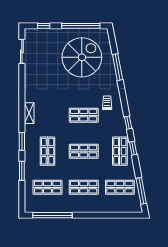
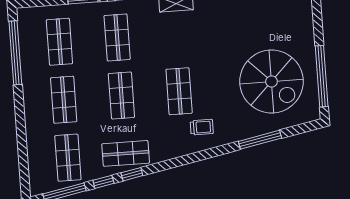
window: (44, 26) -> (317, 16), removed
window: (128, 123) -> (103, 182), moved
shop shelf: (48, 151) -> (117, 37), turned 90

